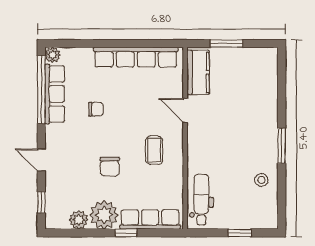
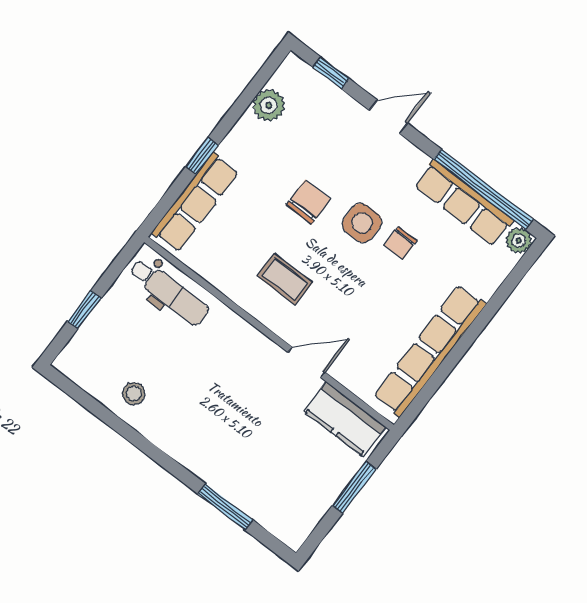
side table: (100, 134) -> (362, 223), added
window: (282, 146) -> (225, 507), moved
chair: (110, 167) -> (308, 202), turned 90
plant: (104, 215) -> (249, 145), removed

